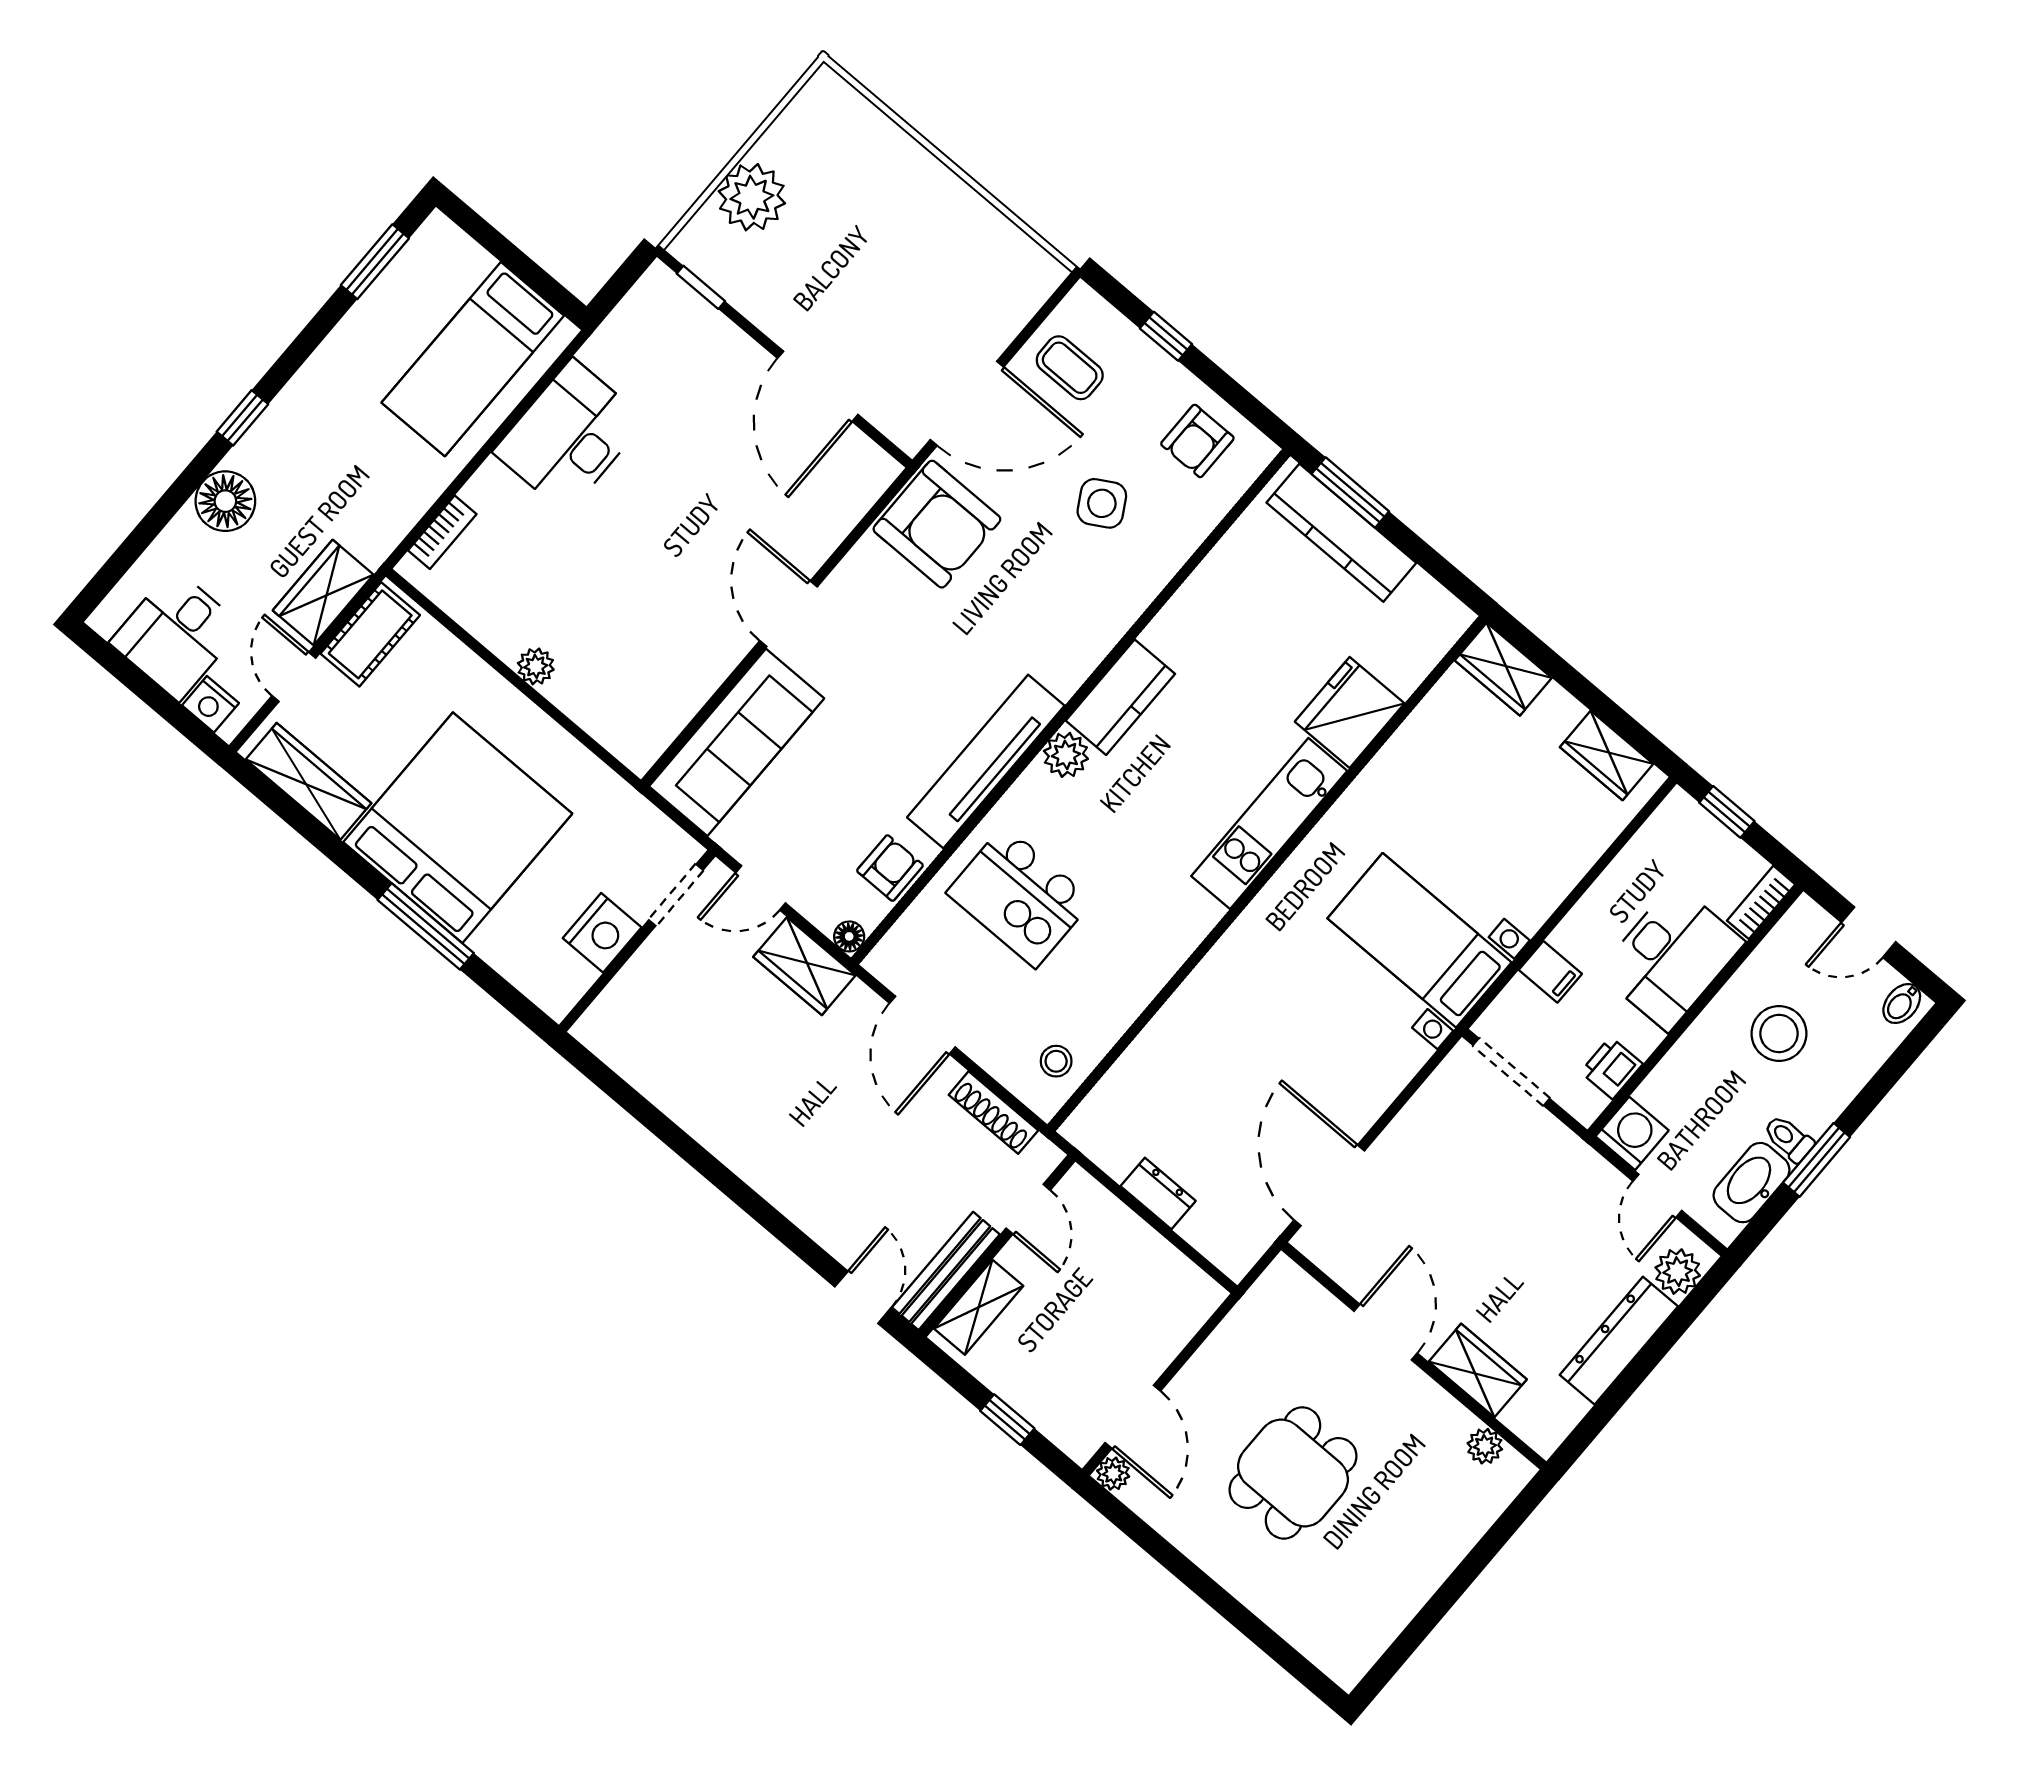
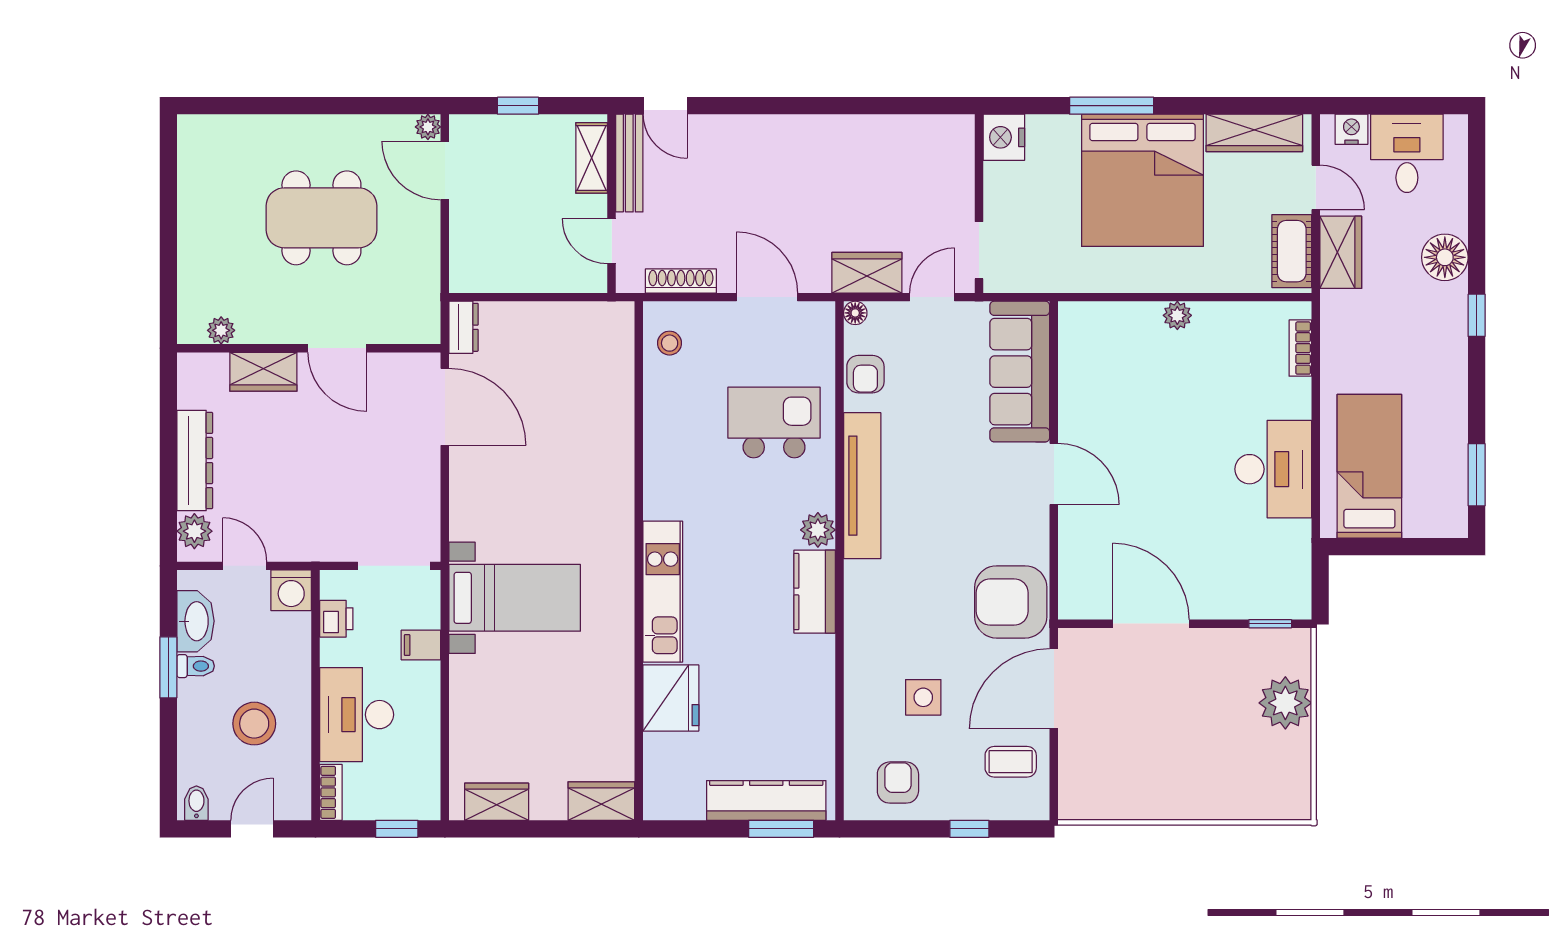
side table: (1102, 503) -> (923, 697), turned 30
nightstand: (602, 933) -> (1004, 137), moved
dresser: (1158, 1194) -> (464, 327), moved, turned -90
dining table: (1293, 1473) -> (321, 218), width x1.37

